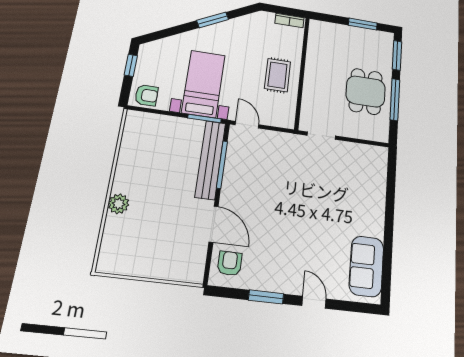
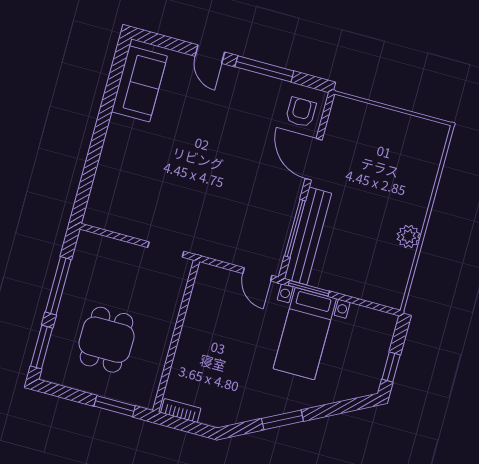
window: (363, 24) -> (115, 406), moved
rug: (278, 75) -> (209, 335), removed
dining table: (366, 91) -> (106, 340), moved
armchair: (146, 95) -> (376, 326), removed
plant: (119, 204) -> (409, 236), moved
armchair: (230, 263) -> (301, 112), turned 180
window: (266, 297) -> (264, 69), width x1.44

